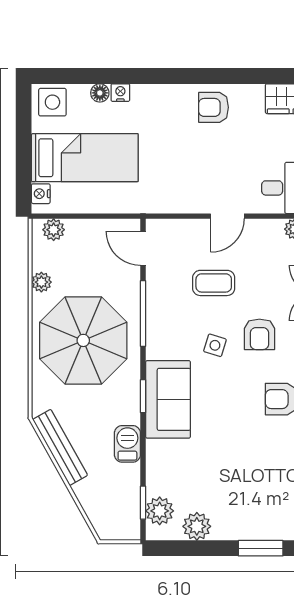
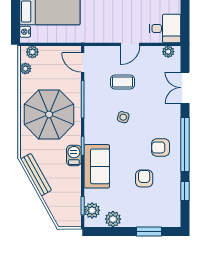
plant: (41, 282) -> (25, 69), moved
armchair: (259, 334) -> (144, 178), moved, turned 180
sofa: (168, 399) -> (97, 166), moved
barbecue: (127, 444) -> (74, 155), moved

